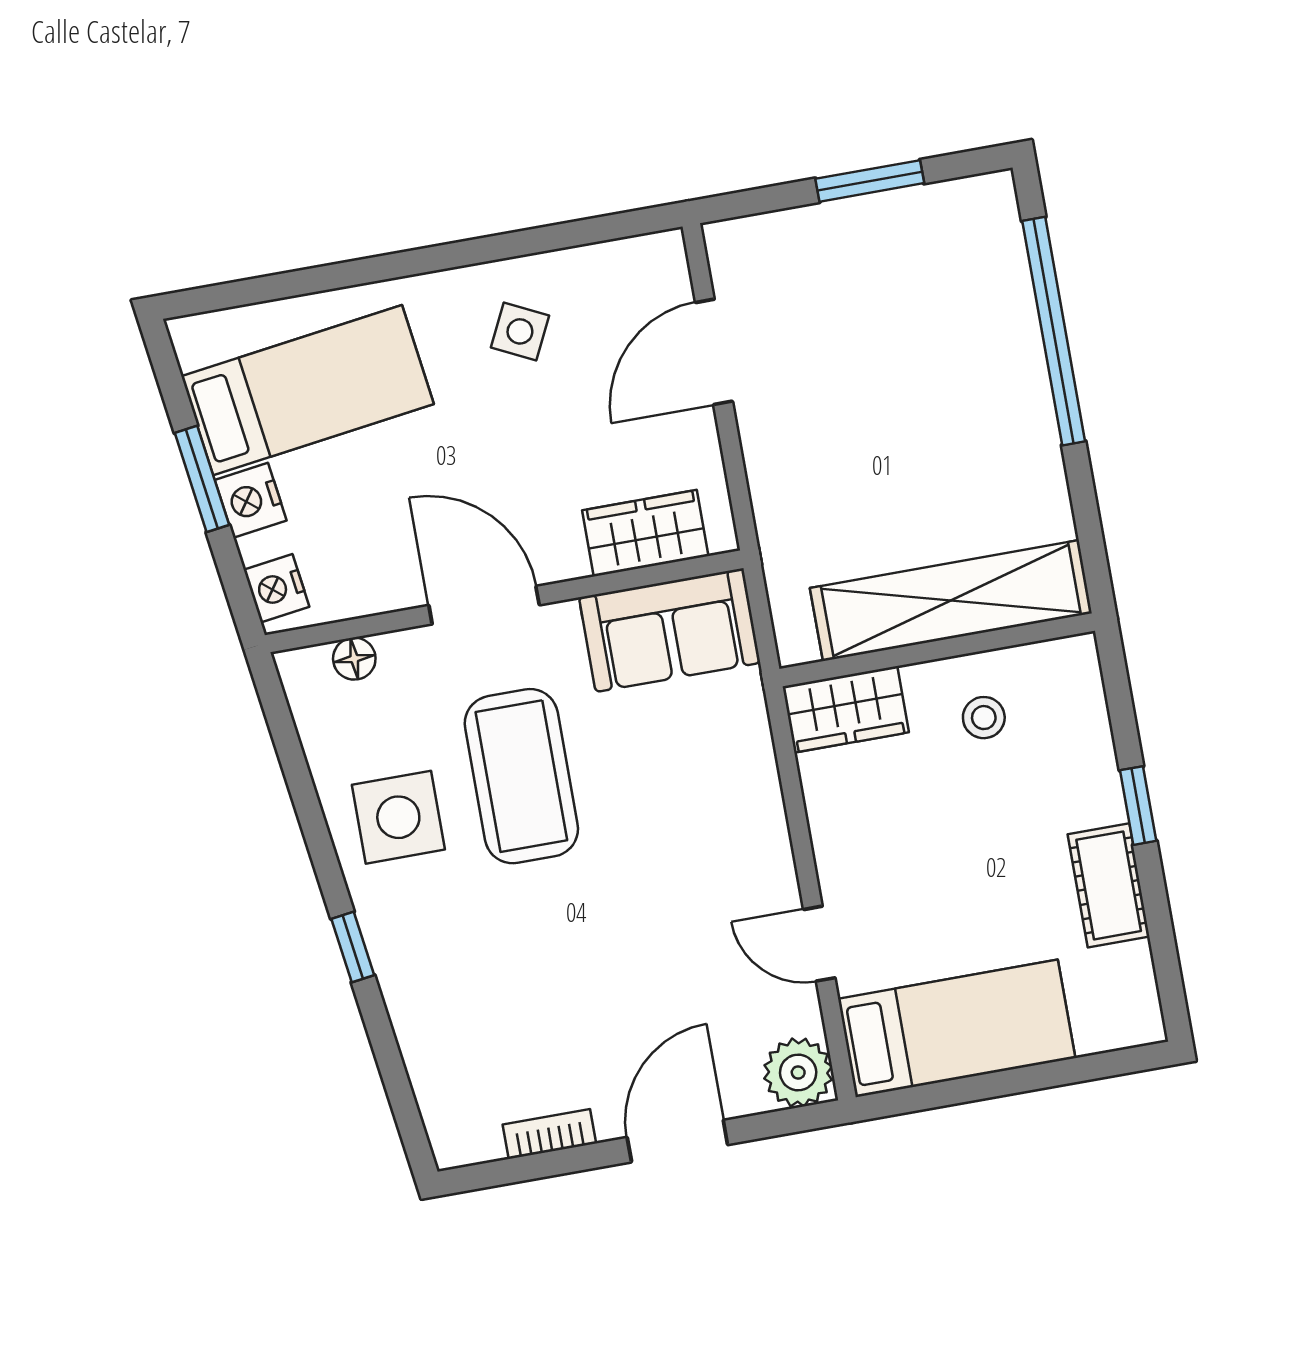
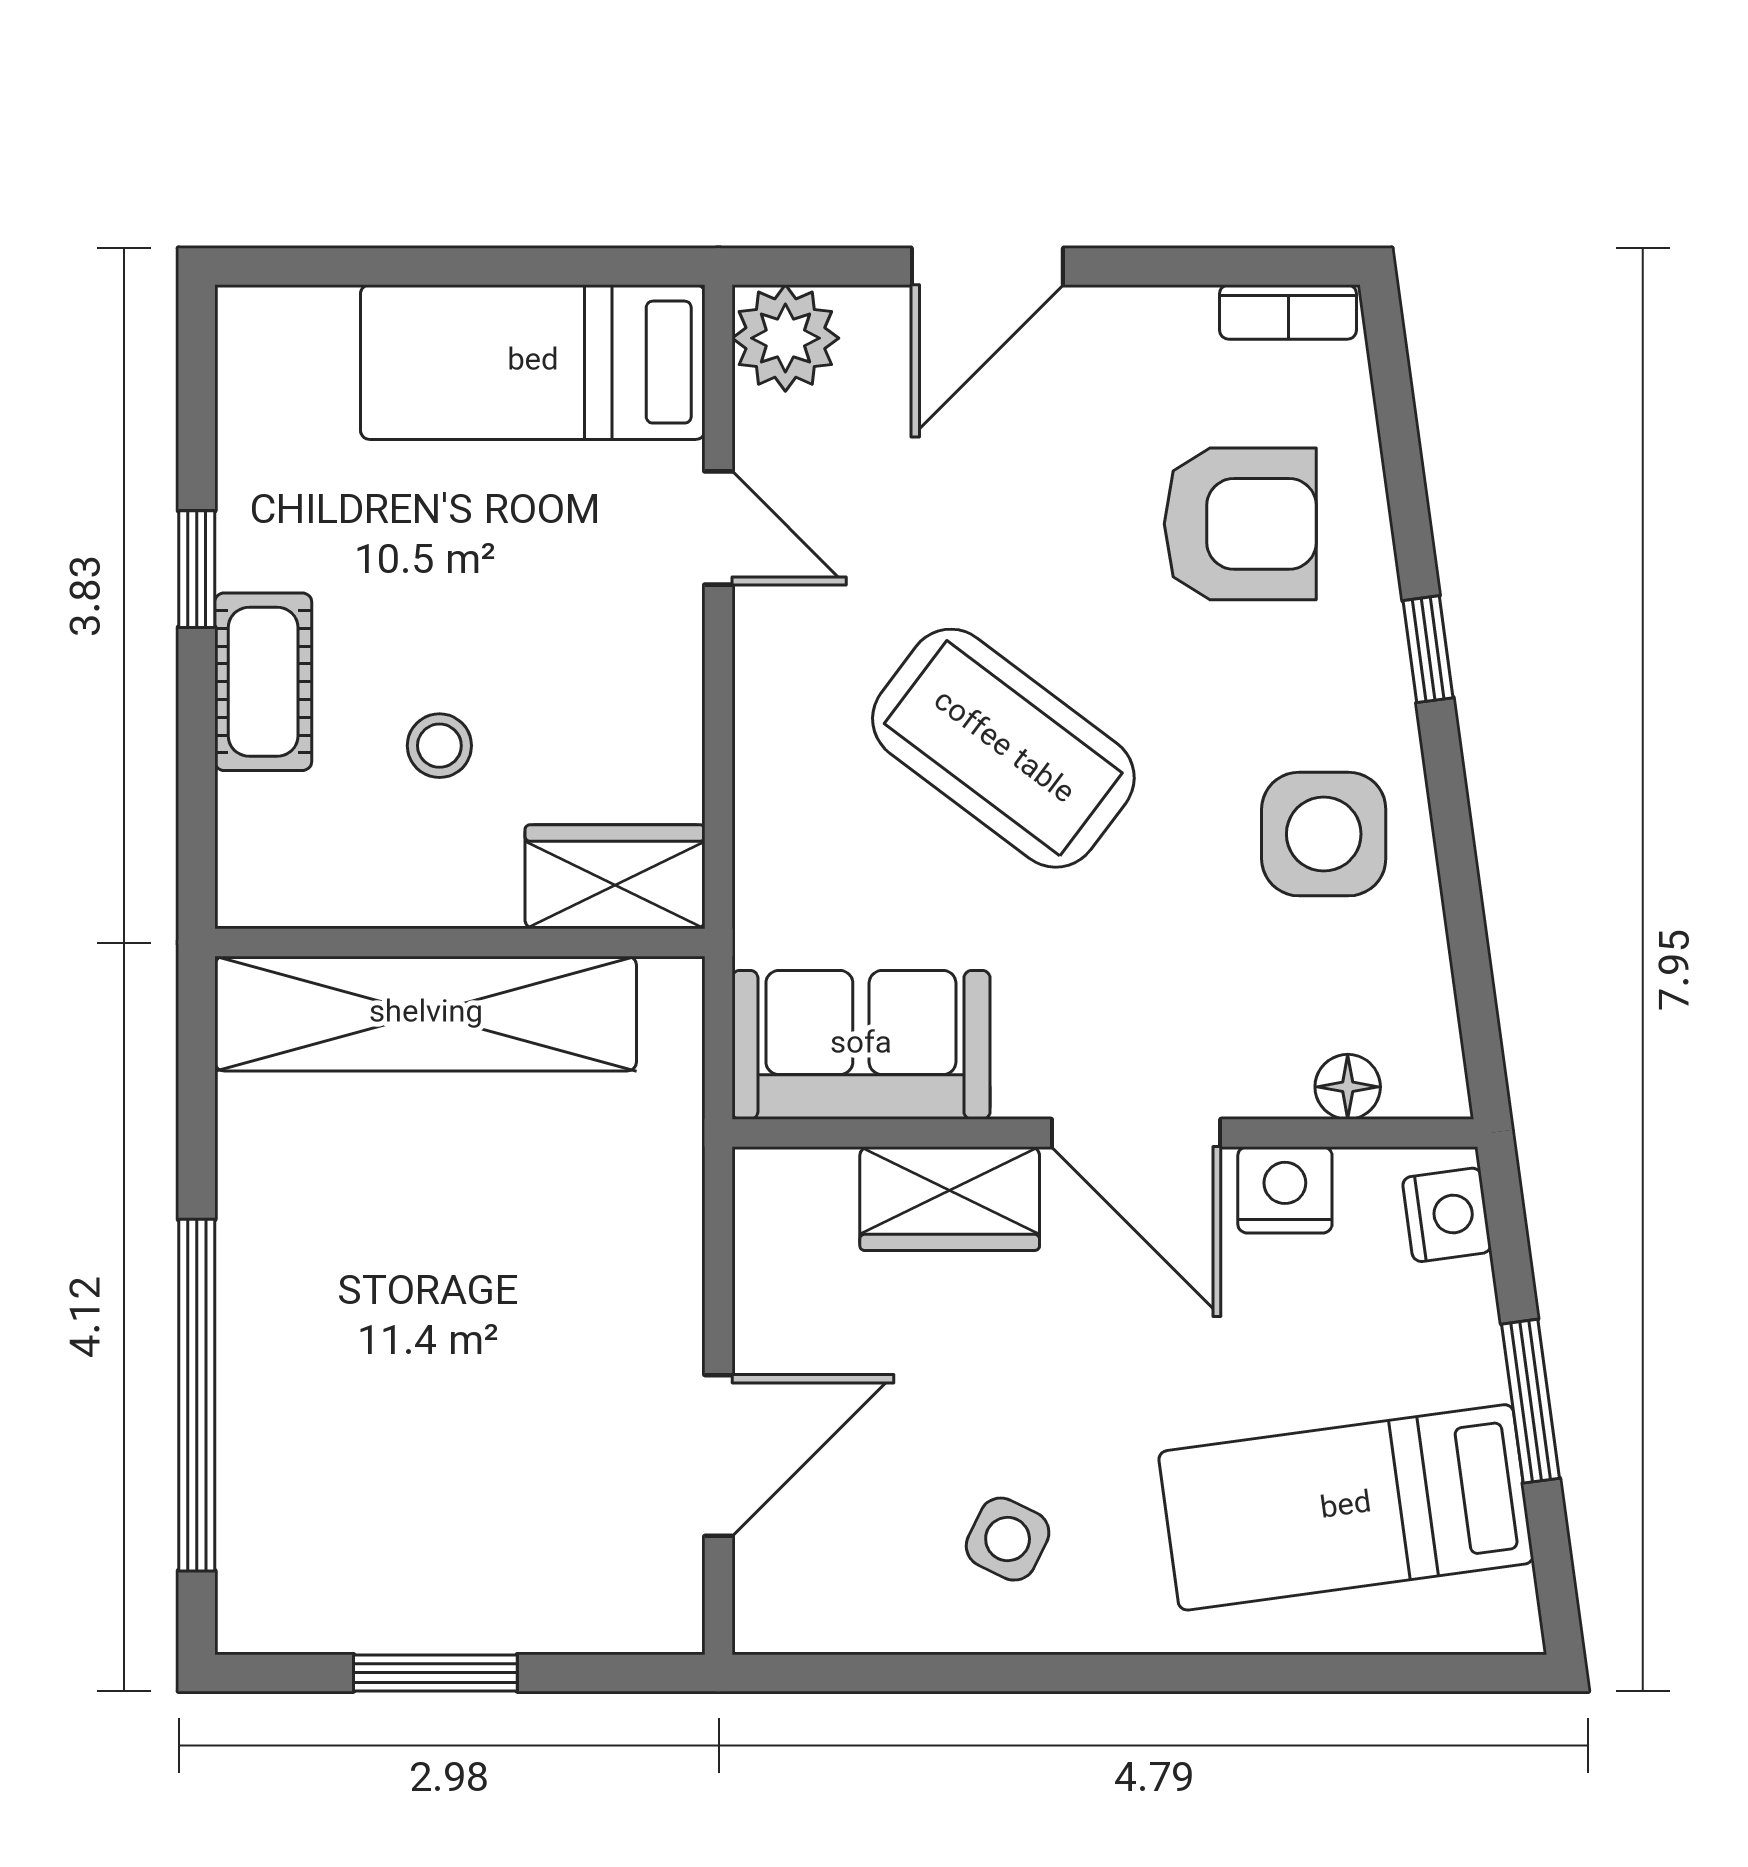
nightstand: (251, 500) -> (1285, 1190), moved, turned -82
wardrobe: (645, 533) -> (950, 1199), moved
stool: (984, 718) -> (439, 746), moved
coffee table: (521, 776) -> (1003, 748), moved, turned -53
window: (1138, 806) -> (197, 569), moved
cot: (1109, 885) -> (263, 682), moved
armchair: (487, 1006) -> (1240, 524), added
bookcase: (549, 1134) -> (1288, 312), moved

